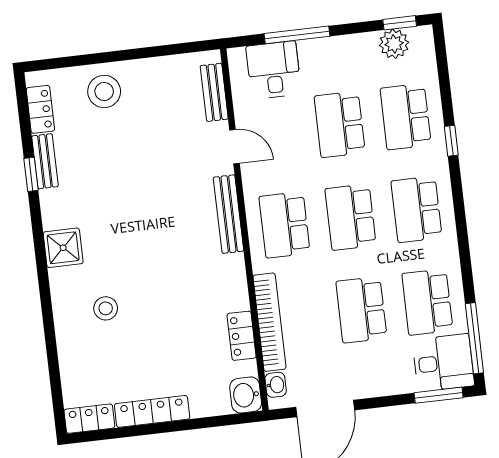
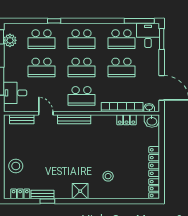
door: (235, 147) -> (46, 113), hinge flipped

